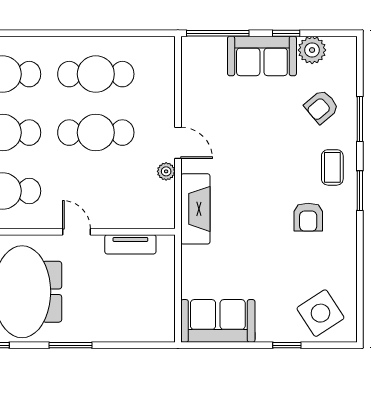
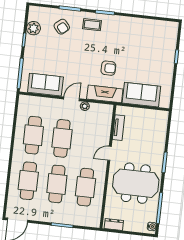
sofa: (262, 56) -> (45, 85), moved, turned -90
armchair: (308, 217) -> (108, 68), moved
side table: (320, 313) -> (163, 38), removed
sofa: (218, 321) -> (141, 95), moved, turned 90

